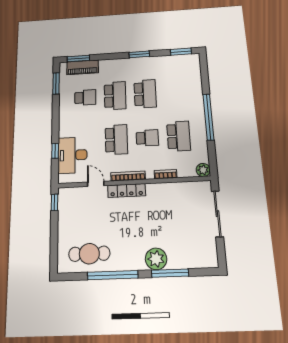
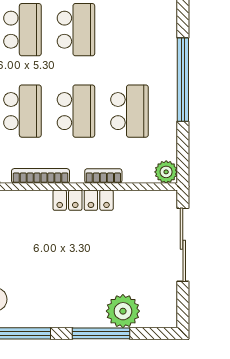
school desk: (147, 138) -> (76, 111), width x1.85
locker: (127, 190) -> (83, 200), moved
plant: (156, 259) -> (123, 311), moved

